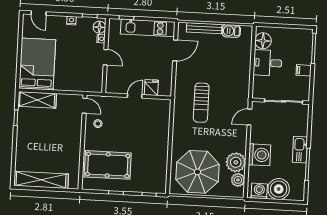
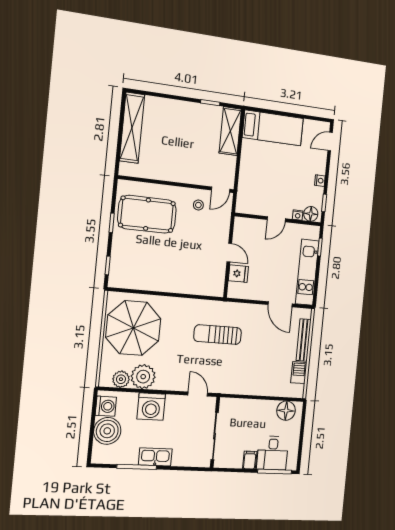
desk: (268, 63) -> (273, 453), moved, turned 180
bed: (37, 64) -> (273, 128), width x0.67
pool table: (108, 165) -> (147, 214), turned 90

